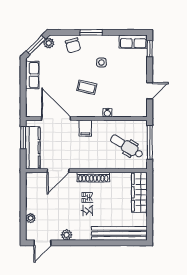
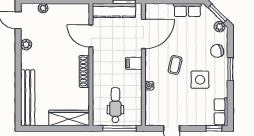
side table: (101, 63) -> (200, 80), width x1.87, depth x1.87
dental chair: (127, 146) -> (115, 105), turned -31

